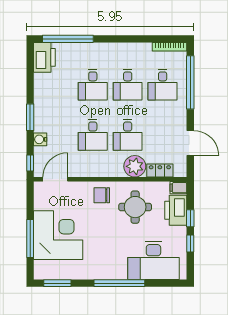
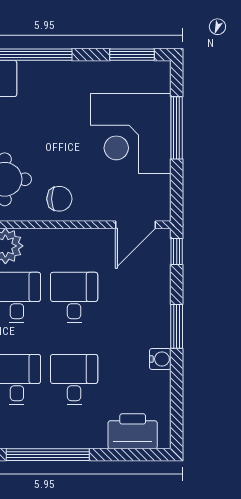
window: (68, 39) -> (48, 455), moved
printer: (44, 57) -> (133, 431), moved, turned 90
water cooler: (40, 139) -> (160, 359), moved

